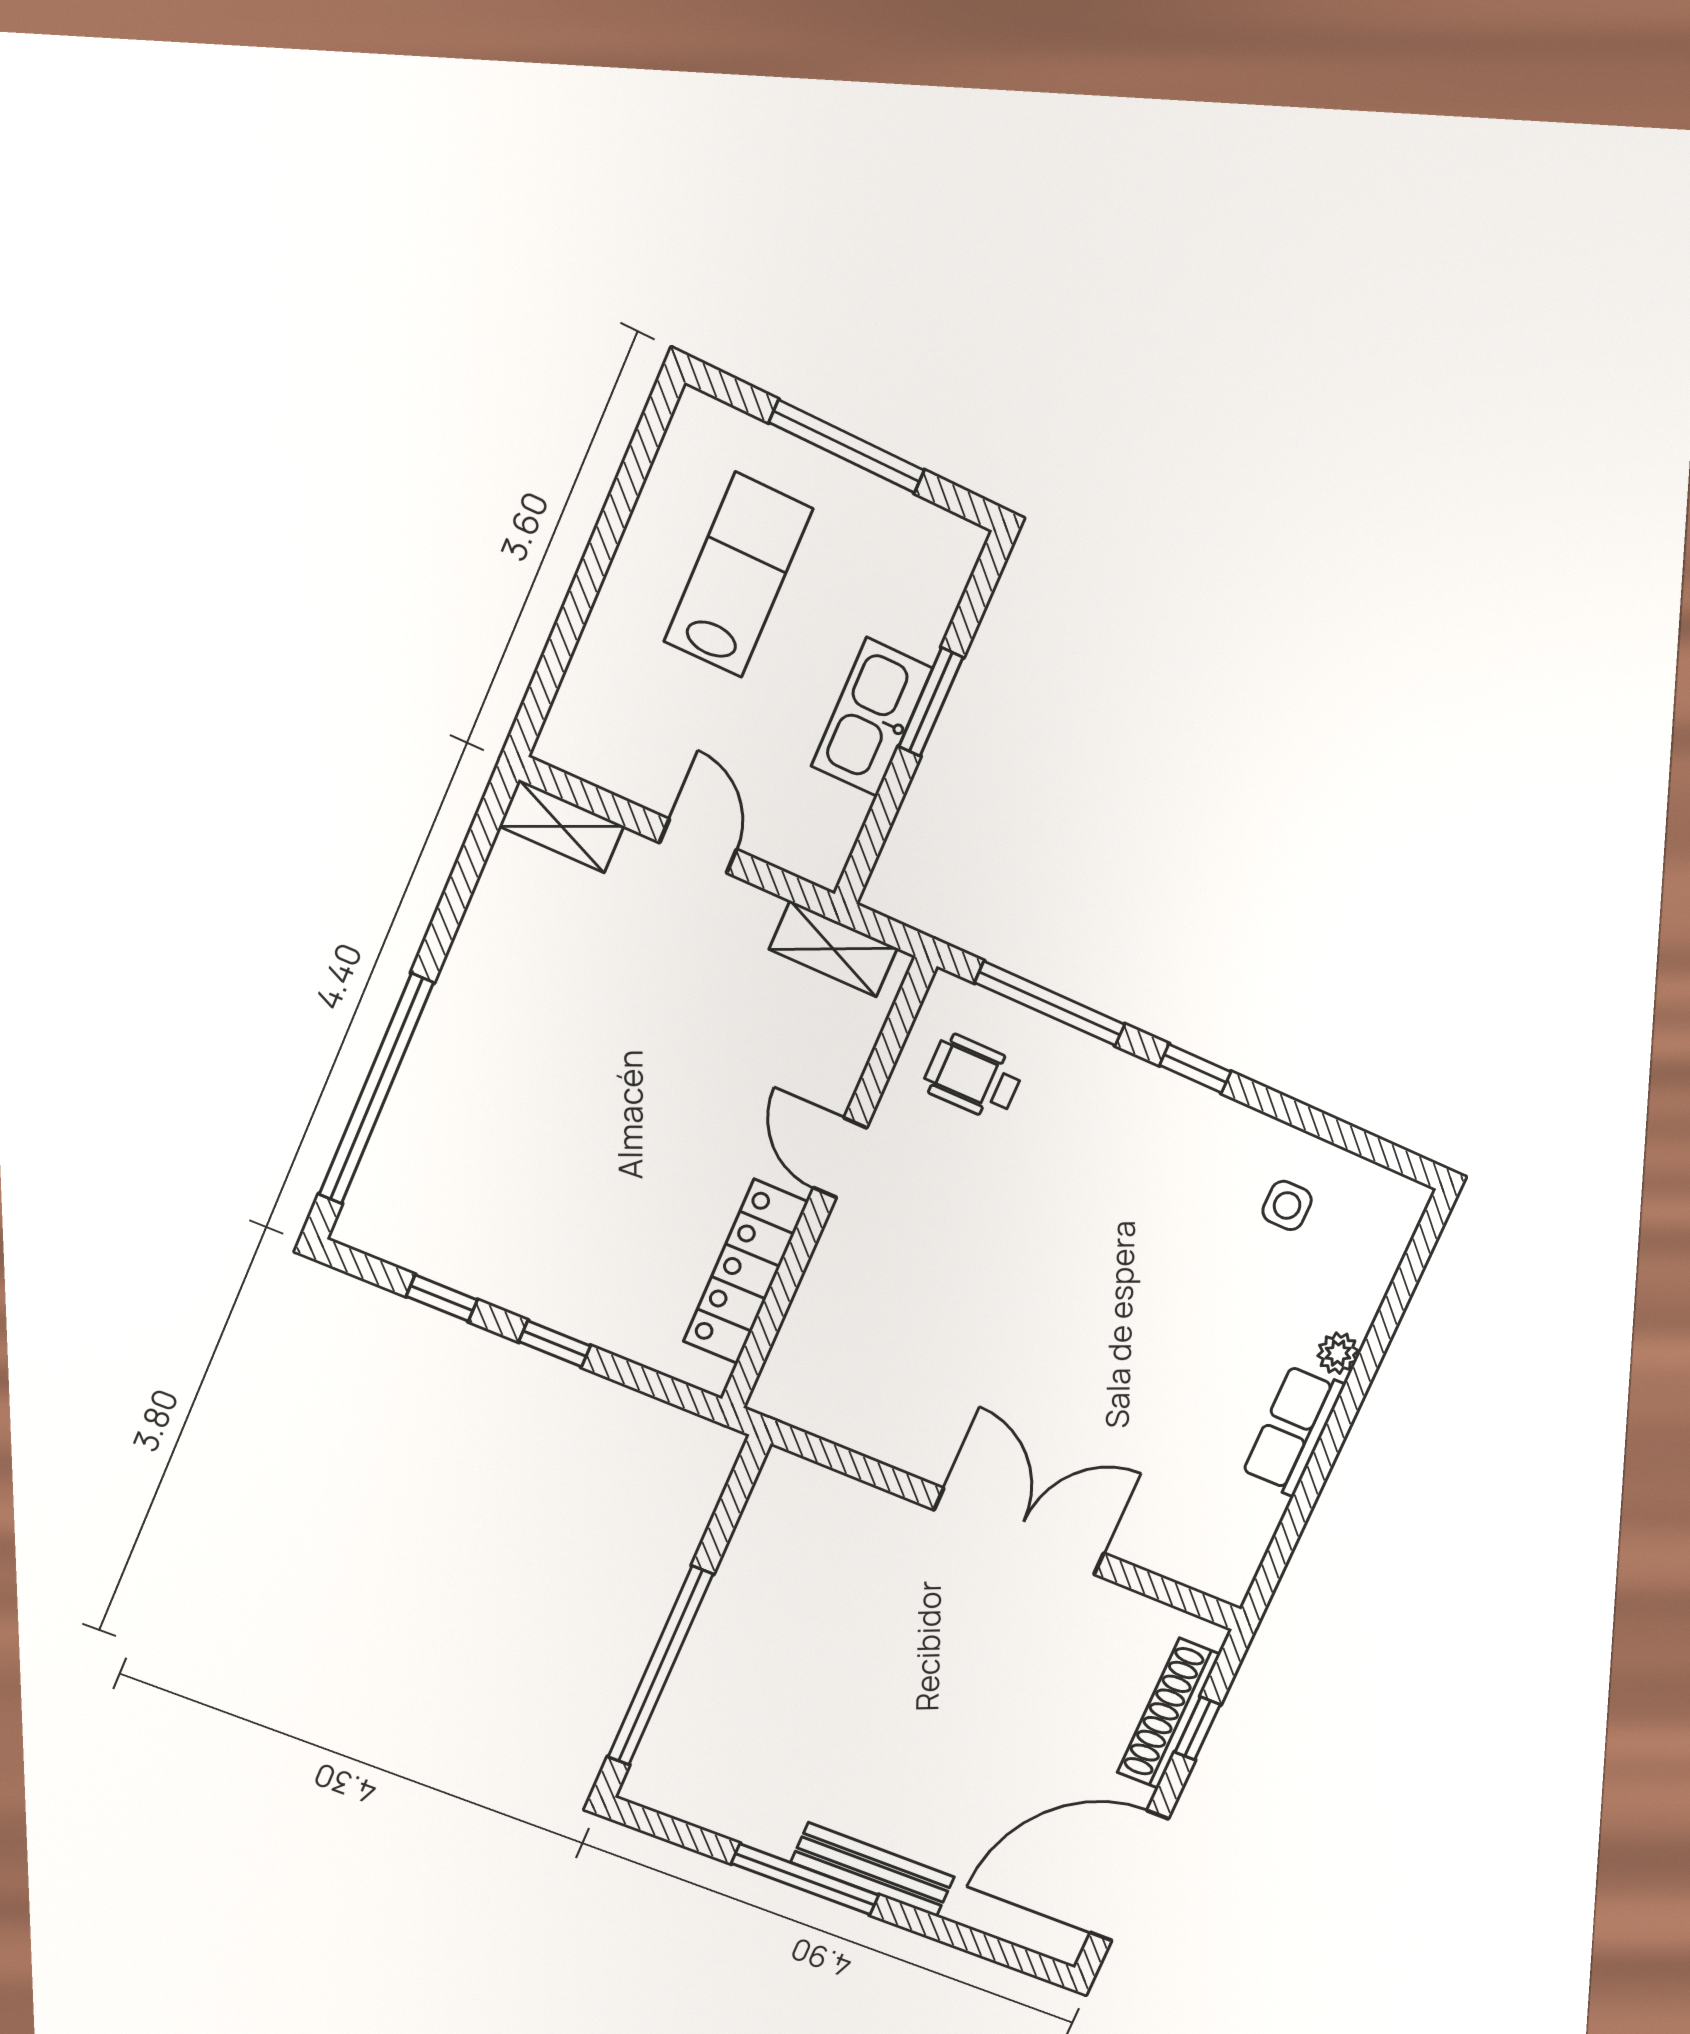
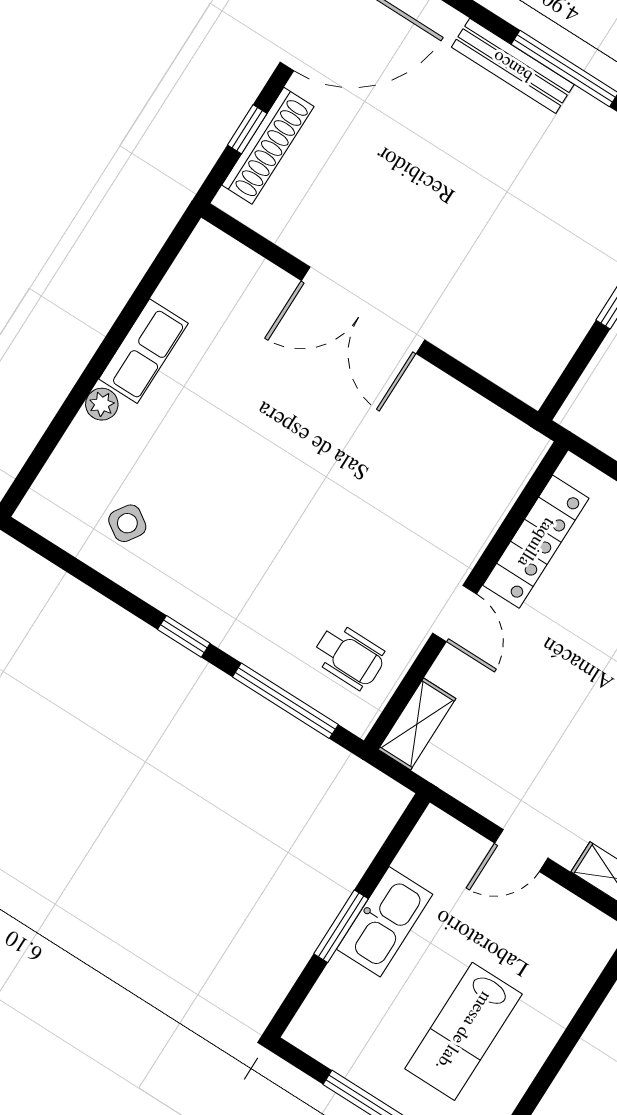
door: (698, 846) -> (521, 850), hinge flipped
shelving: (833, 949) -> (417, 724), moved, turned 90
side table: (1287, 1205) -> (127, 523), turned 34

